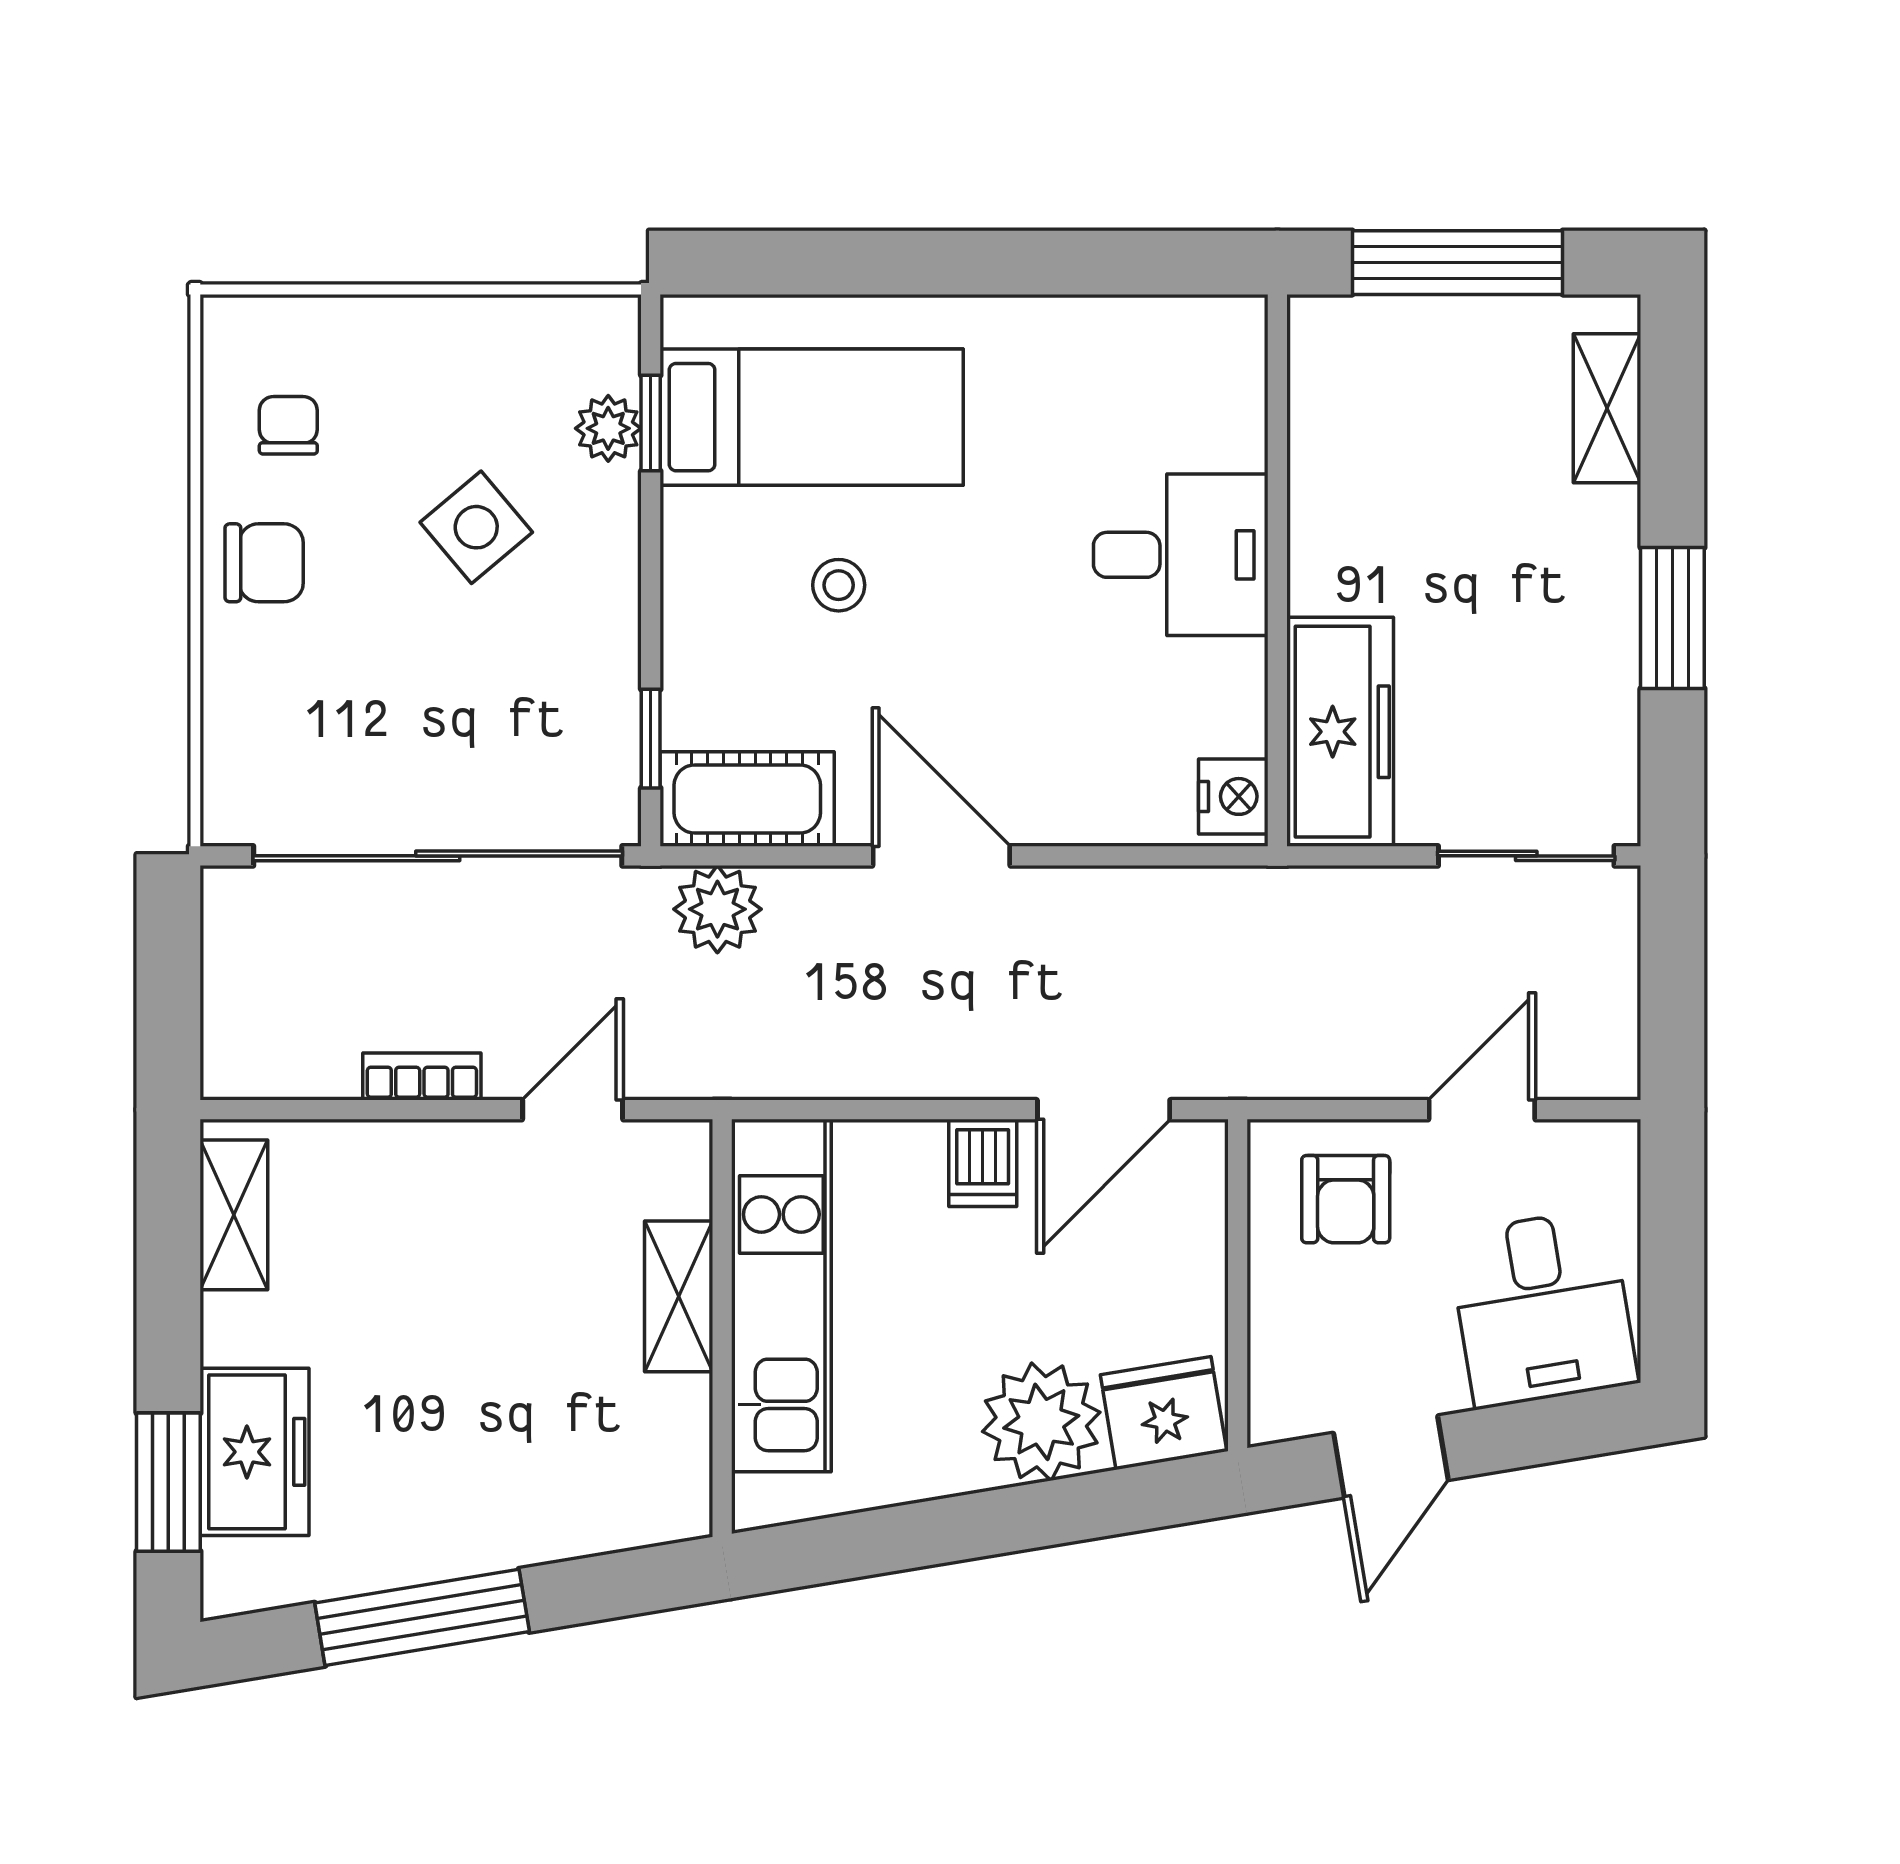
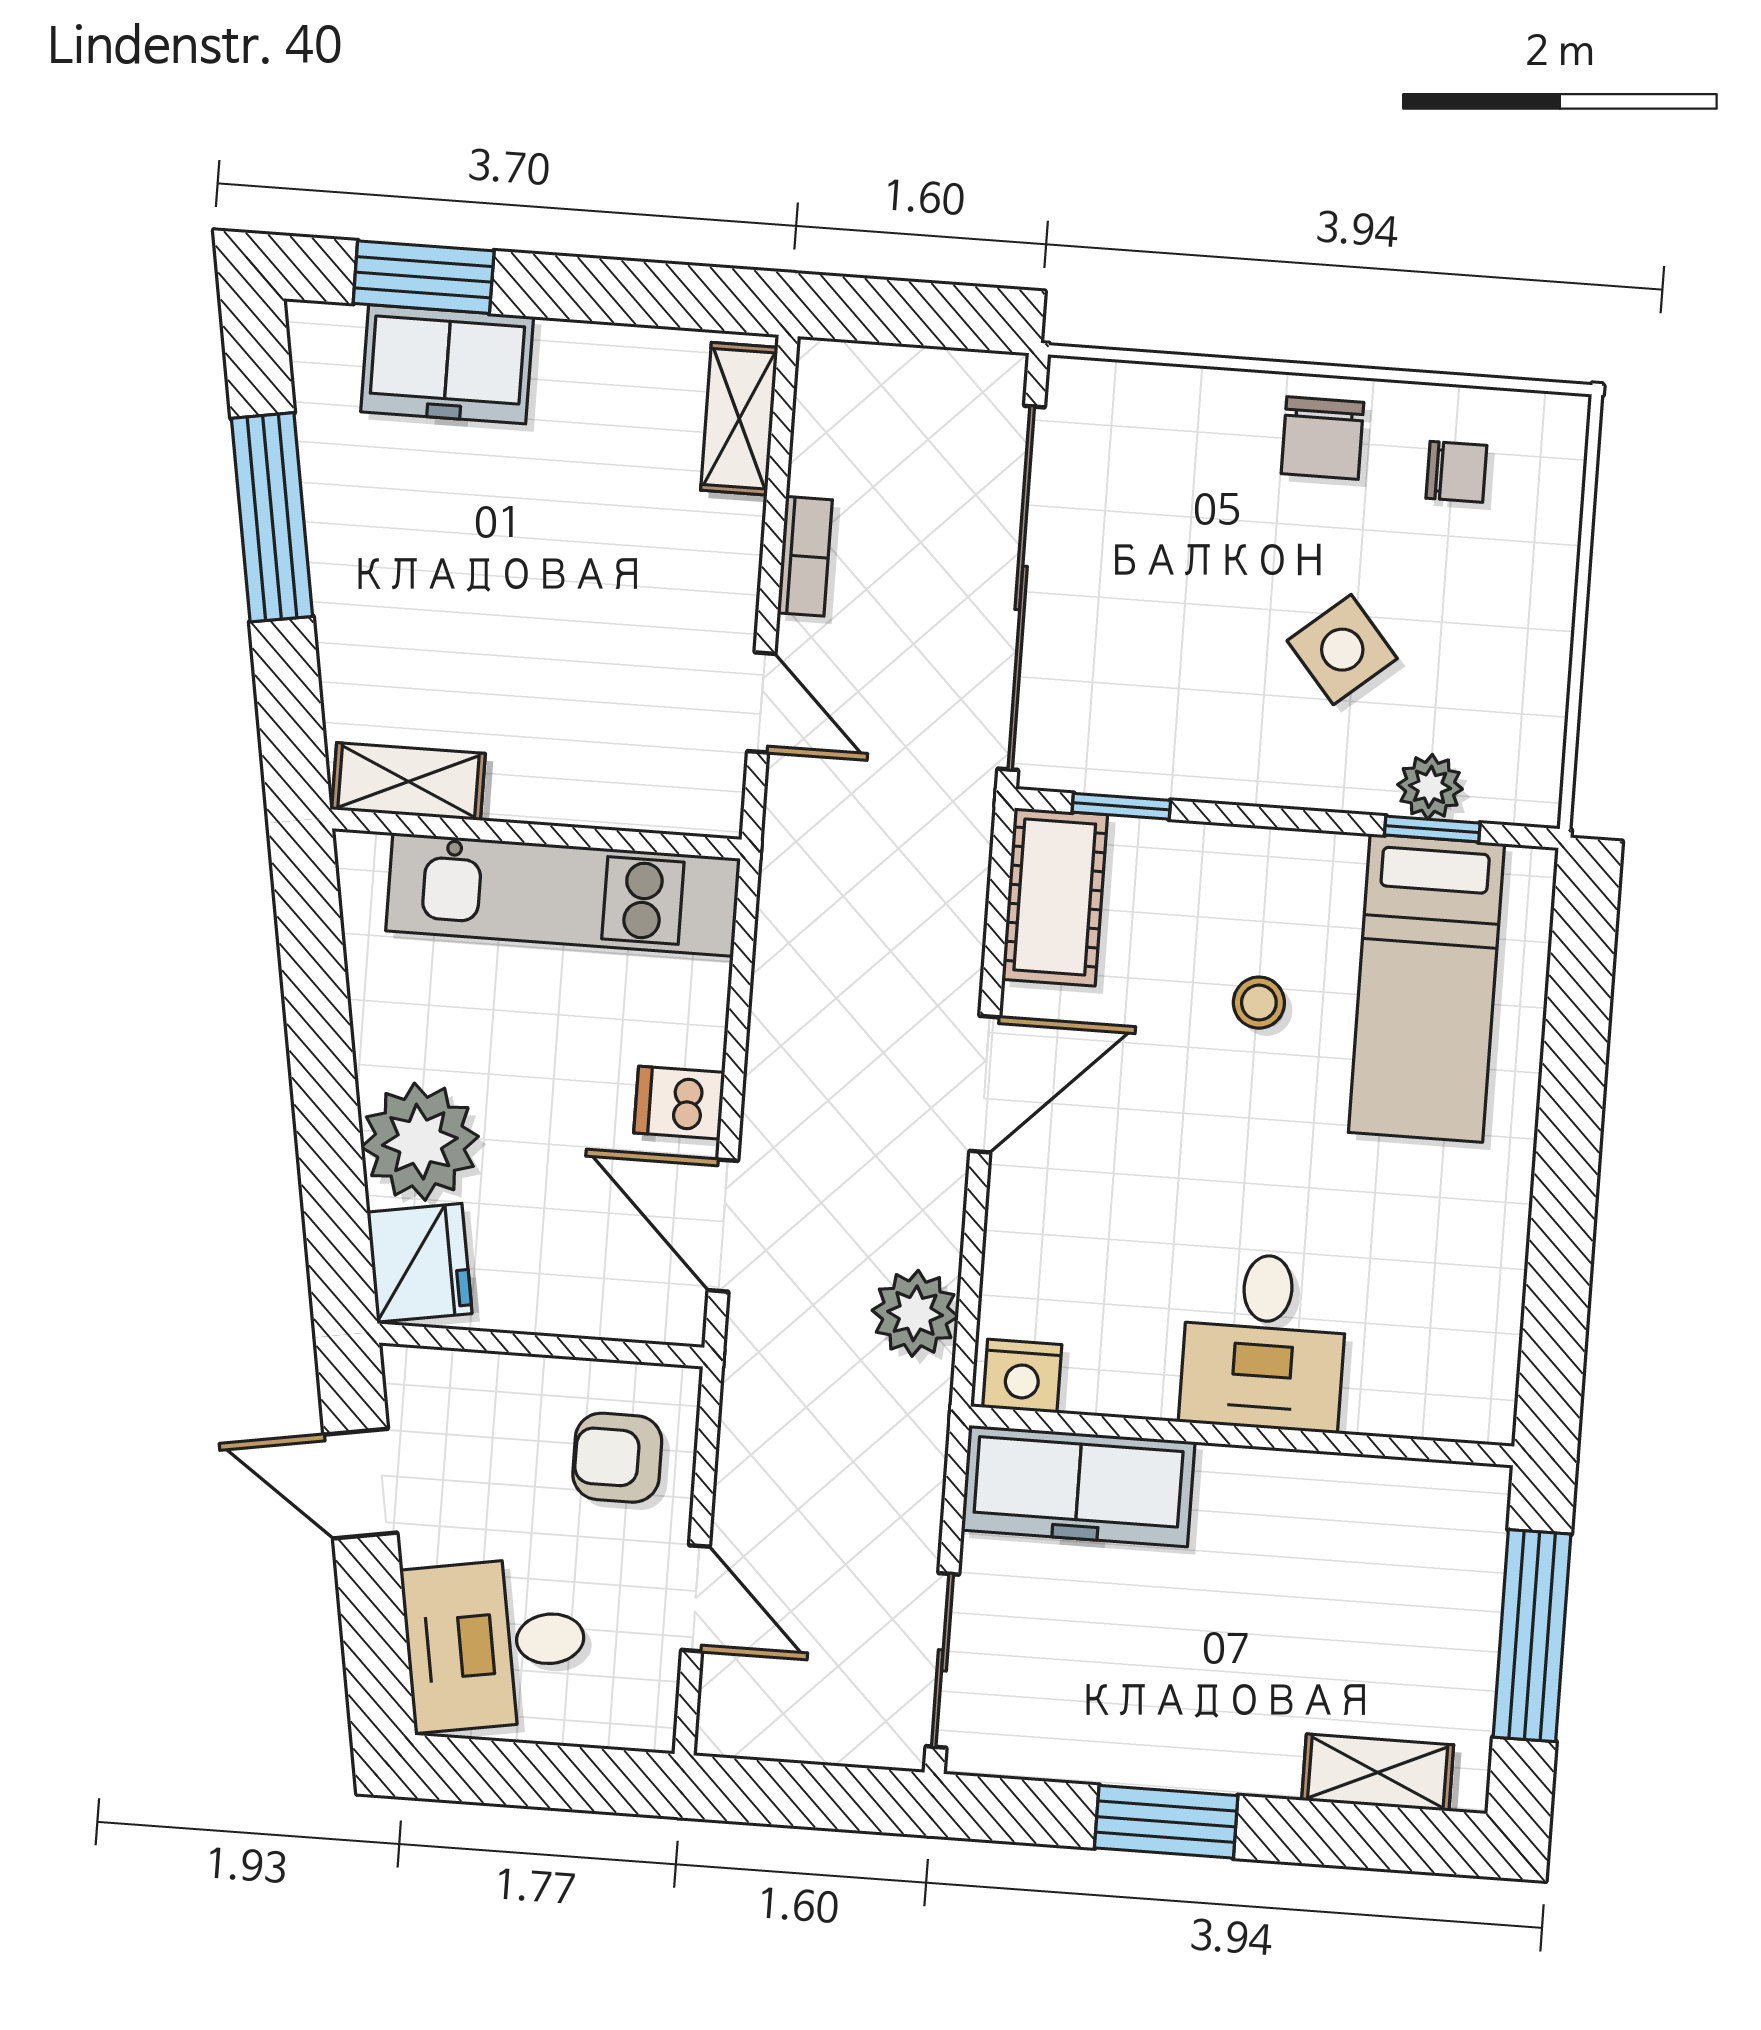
plant: (717, 909) -> (915, 1313), moved
shelving: (234, 1215) -> (739, 419), moved, turned 90
shelving: (679, 1296) -> (408, 782), moved

